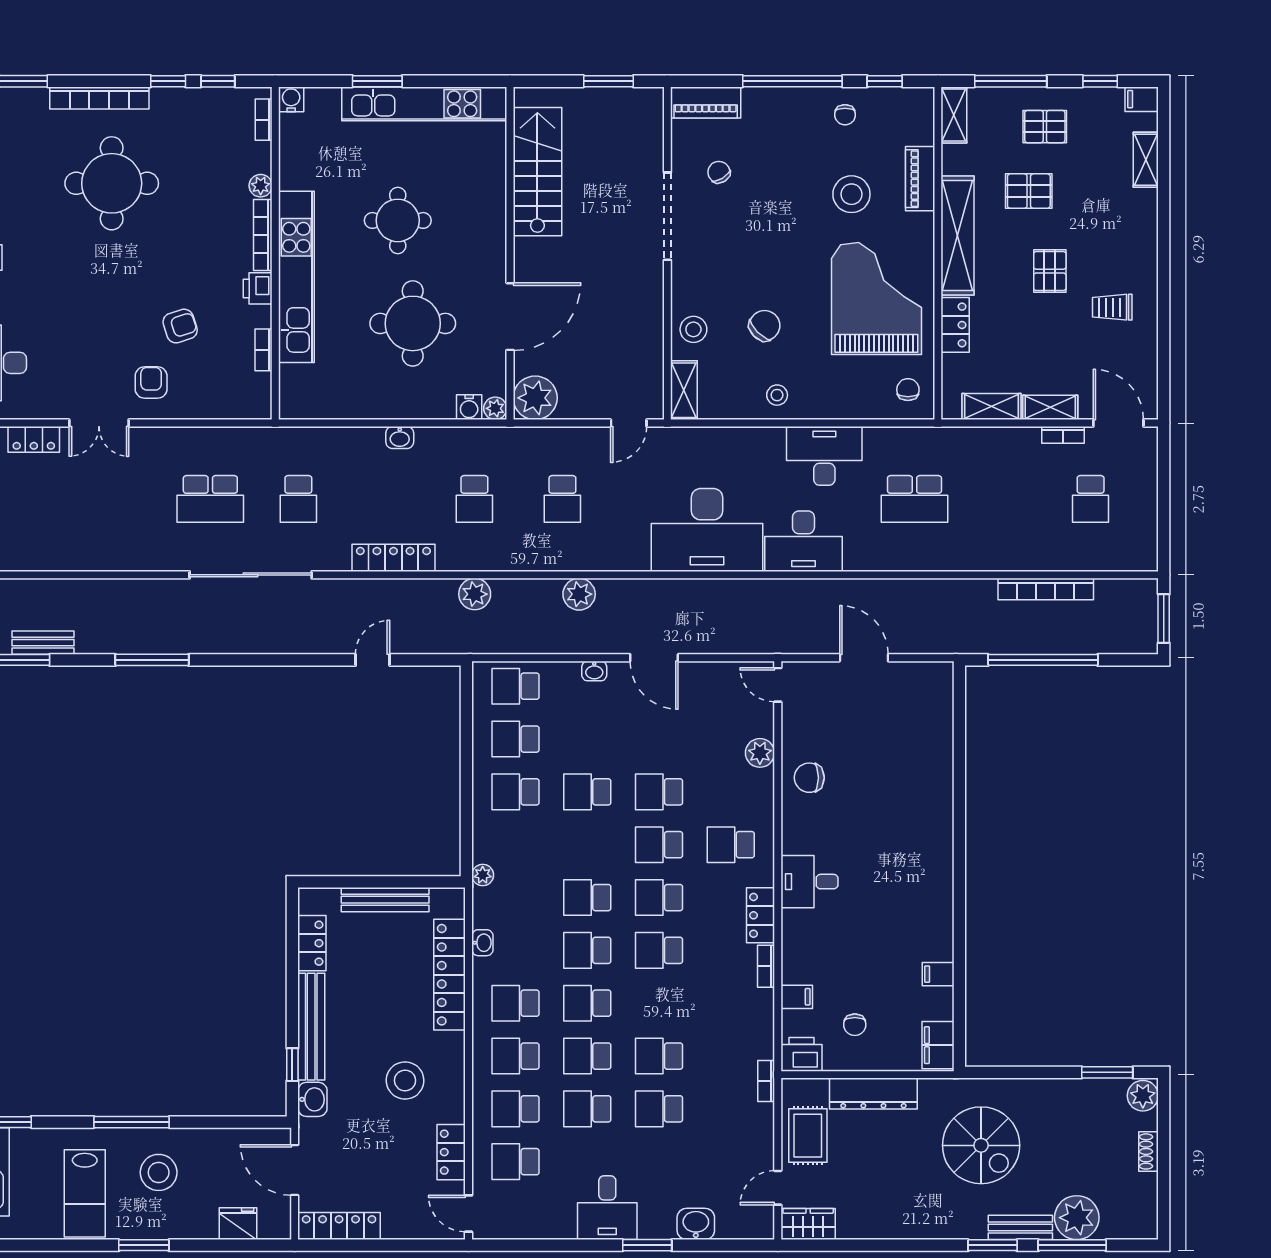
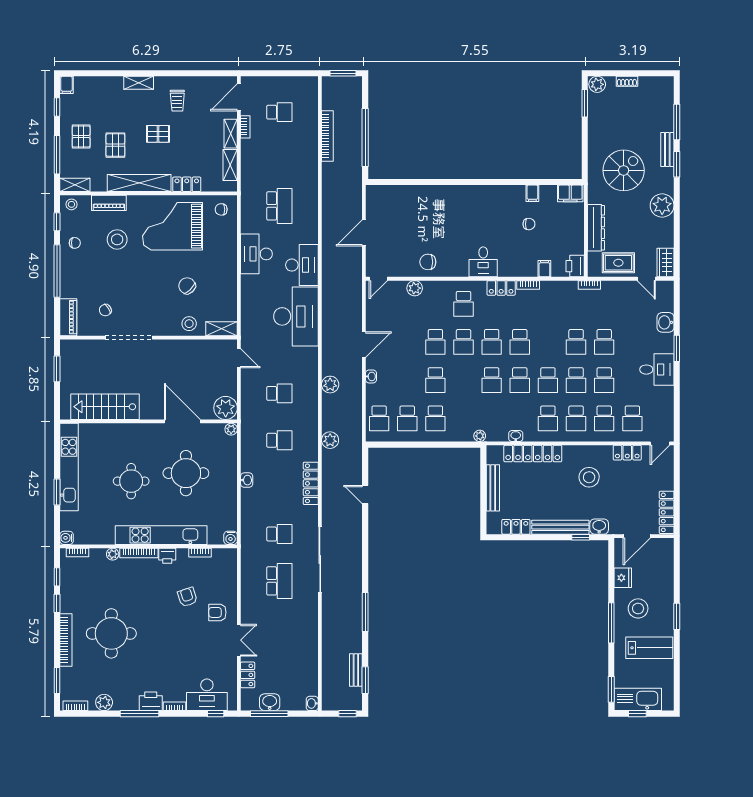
shelving: (1146, 160) -> (139, 83), moved
stool: (777, 395) -> (71, 204), moved
water cooler: (469, 407) -> (231, 538), moved, turned 90
chair: (809, 778) -> (428, 262), turned 90
chair: (855, 1025) -> (529, 224), moved
plant: (1077, 1218) -> (662, 206), moved
fridge: (238, 1224) -> (623, 578), moved, turned 180

